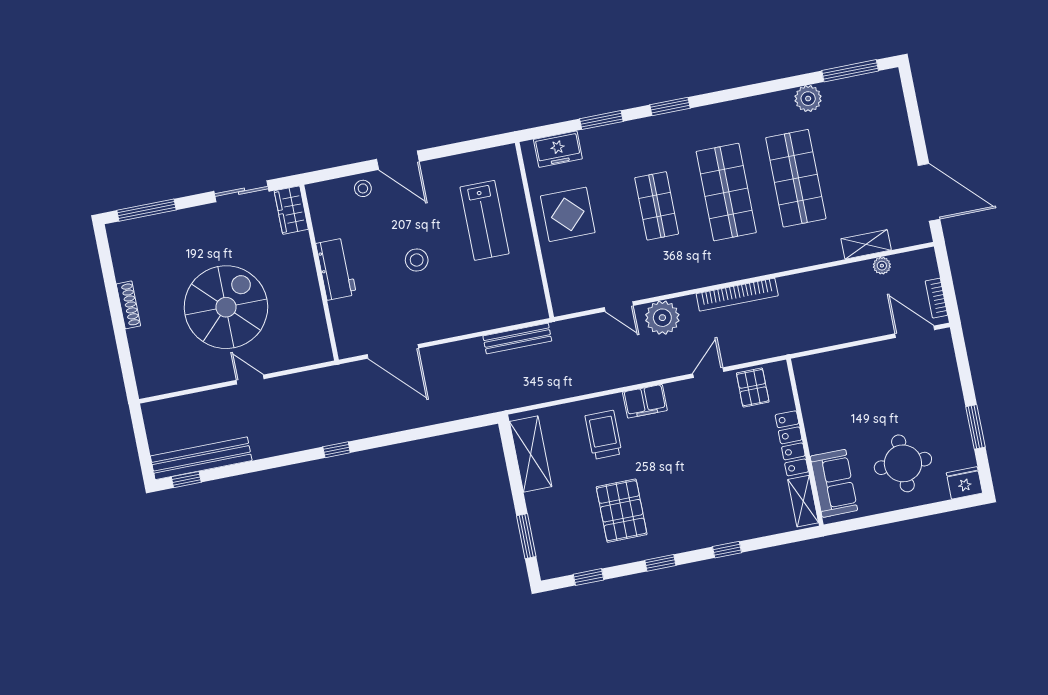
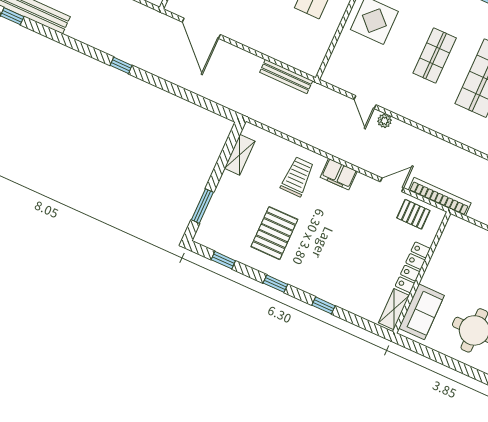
bookcase: (737, 295) -> (440, 197), moved, turned 180
plant: (662, 318) -> (385, 121), width x0.53, depth x0.53
pallet: (753, 388) -> (413, 214), turned 90
shelving: (531, 454) -> (240, 155), width x0.67, depth x0.75

